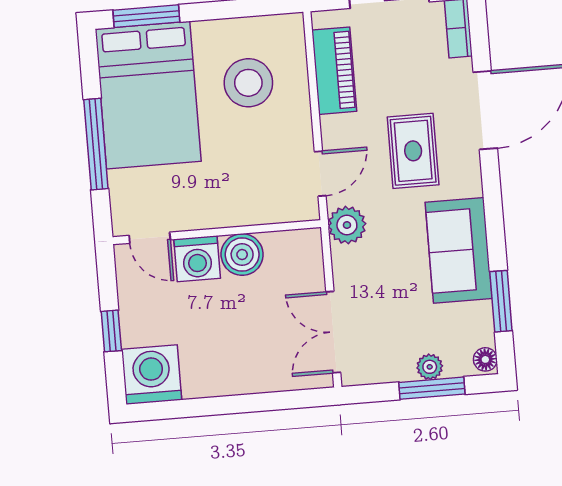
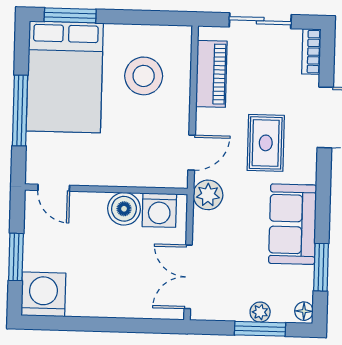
washing machine: (197, 259) -> (159, 210), moved
window: (111, 331) -> (16, 257), width x1.50

